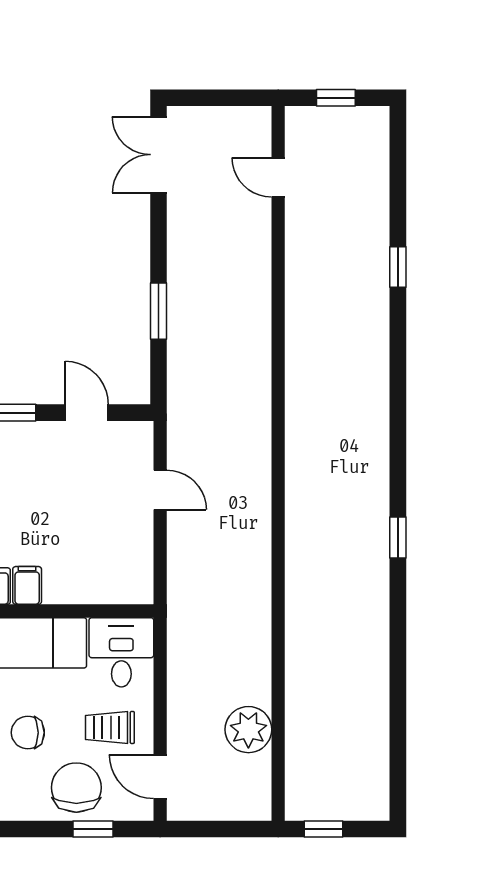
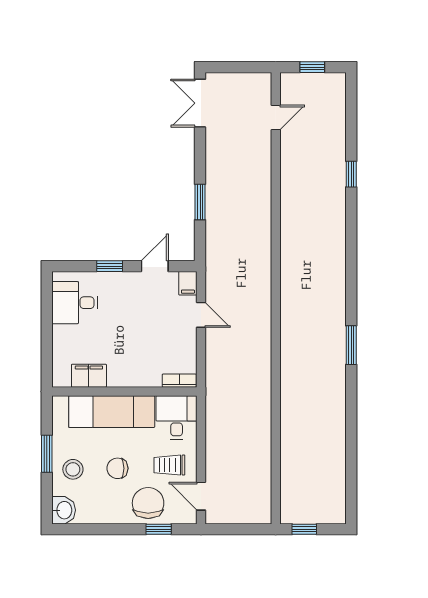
door: (278, 177) -> (276, 117), swing flipped
door: (87, 413) -> (155, 266), hinge flipped
window: (398, 538) -> (351, 345), width x1.50
filing cabinet: (27, 585) -> (188, 283), moved, turned 180
bookcase: (126, 594) -> (179, 381), added
plant: (248, 730) -> (257, 466), removed

